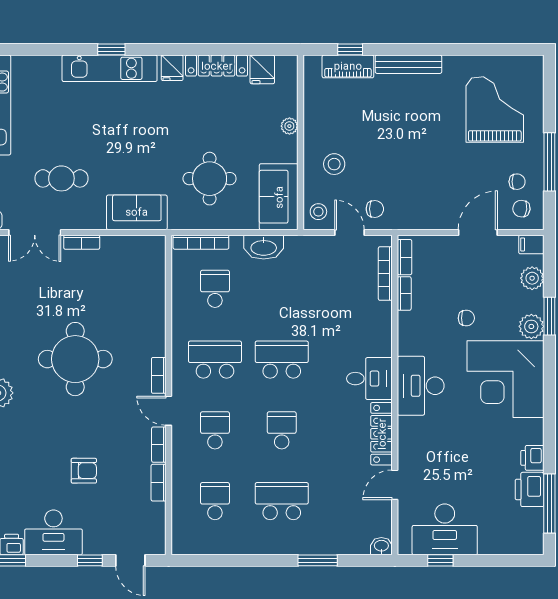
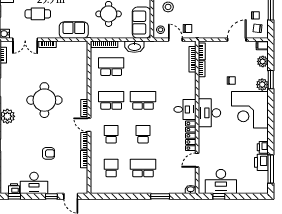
school desk: (215, 289) -> (111, 67), width x1.85

